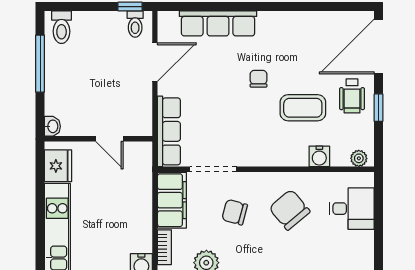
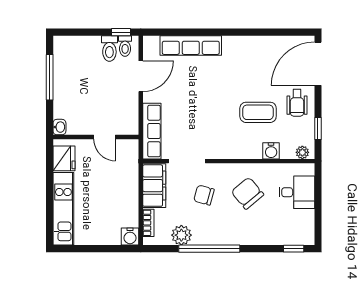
toilet: (62, 27) -> (109, 48), moved
chair: (259, 79) -> (223, 89), removed
window: (379, 108) -> (318, 128), moved

